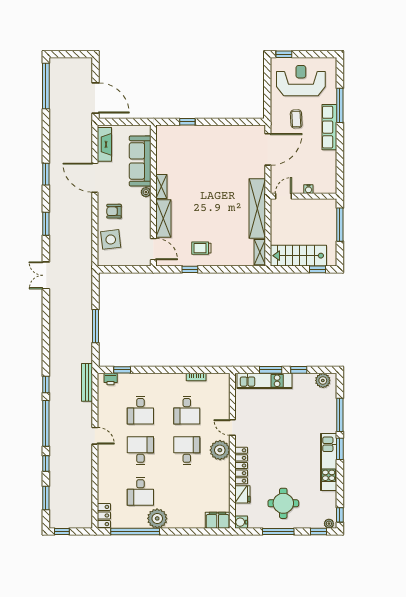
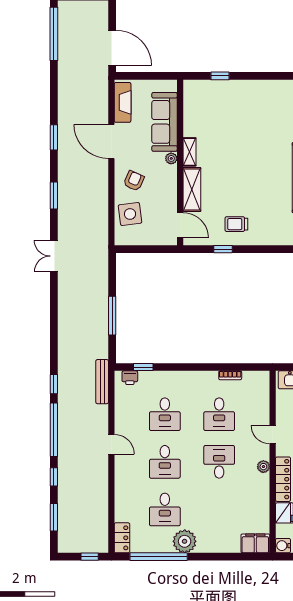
armchair: (114, 211) -> (134, 181), turned 114
plant: (220, 450) -> (263, 467), width x0.53, depth x0.53
desk: (140, 451) -> (165, 462), turned 180
window: (62, 532) -> (90, 557), moved

